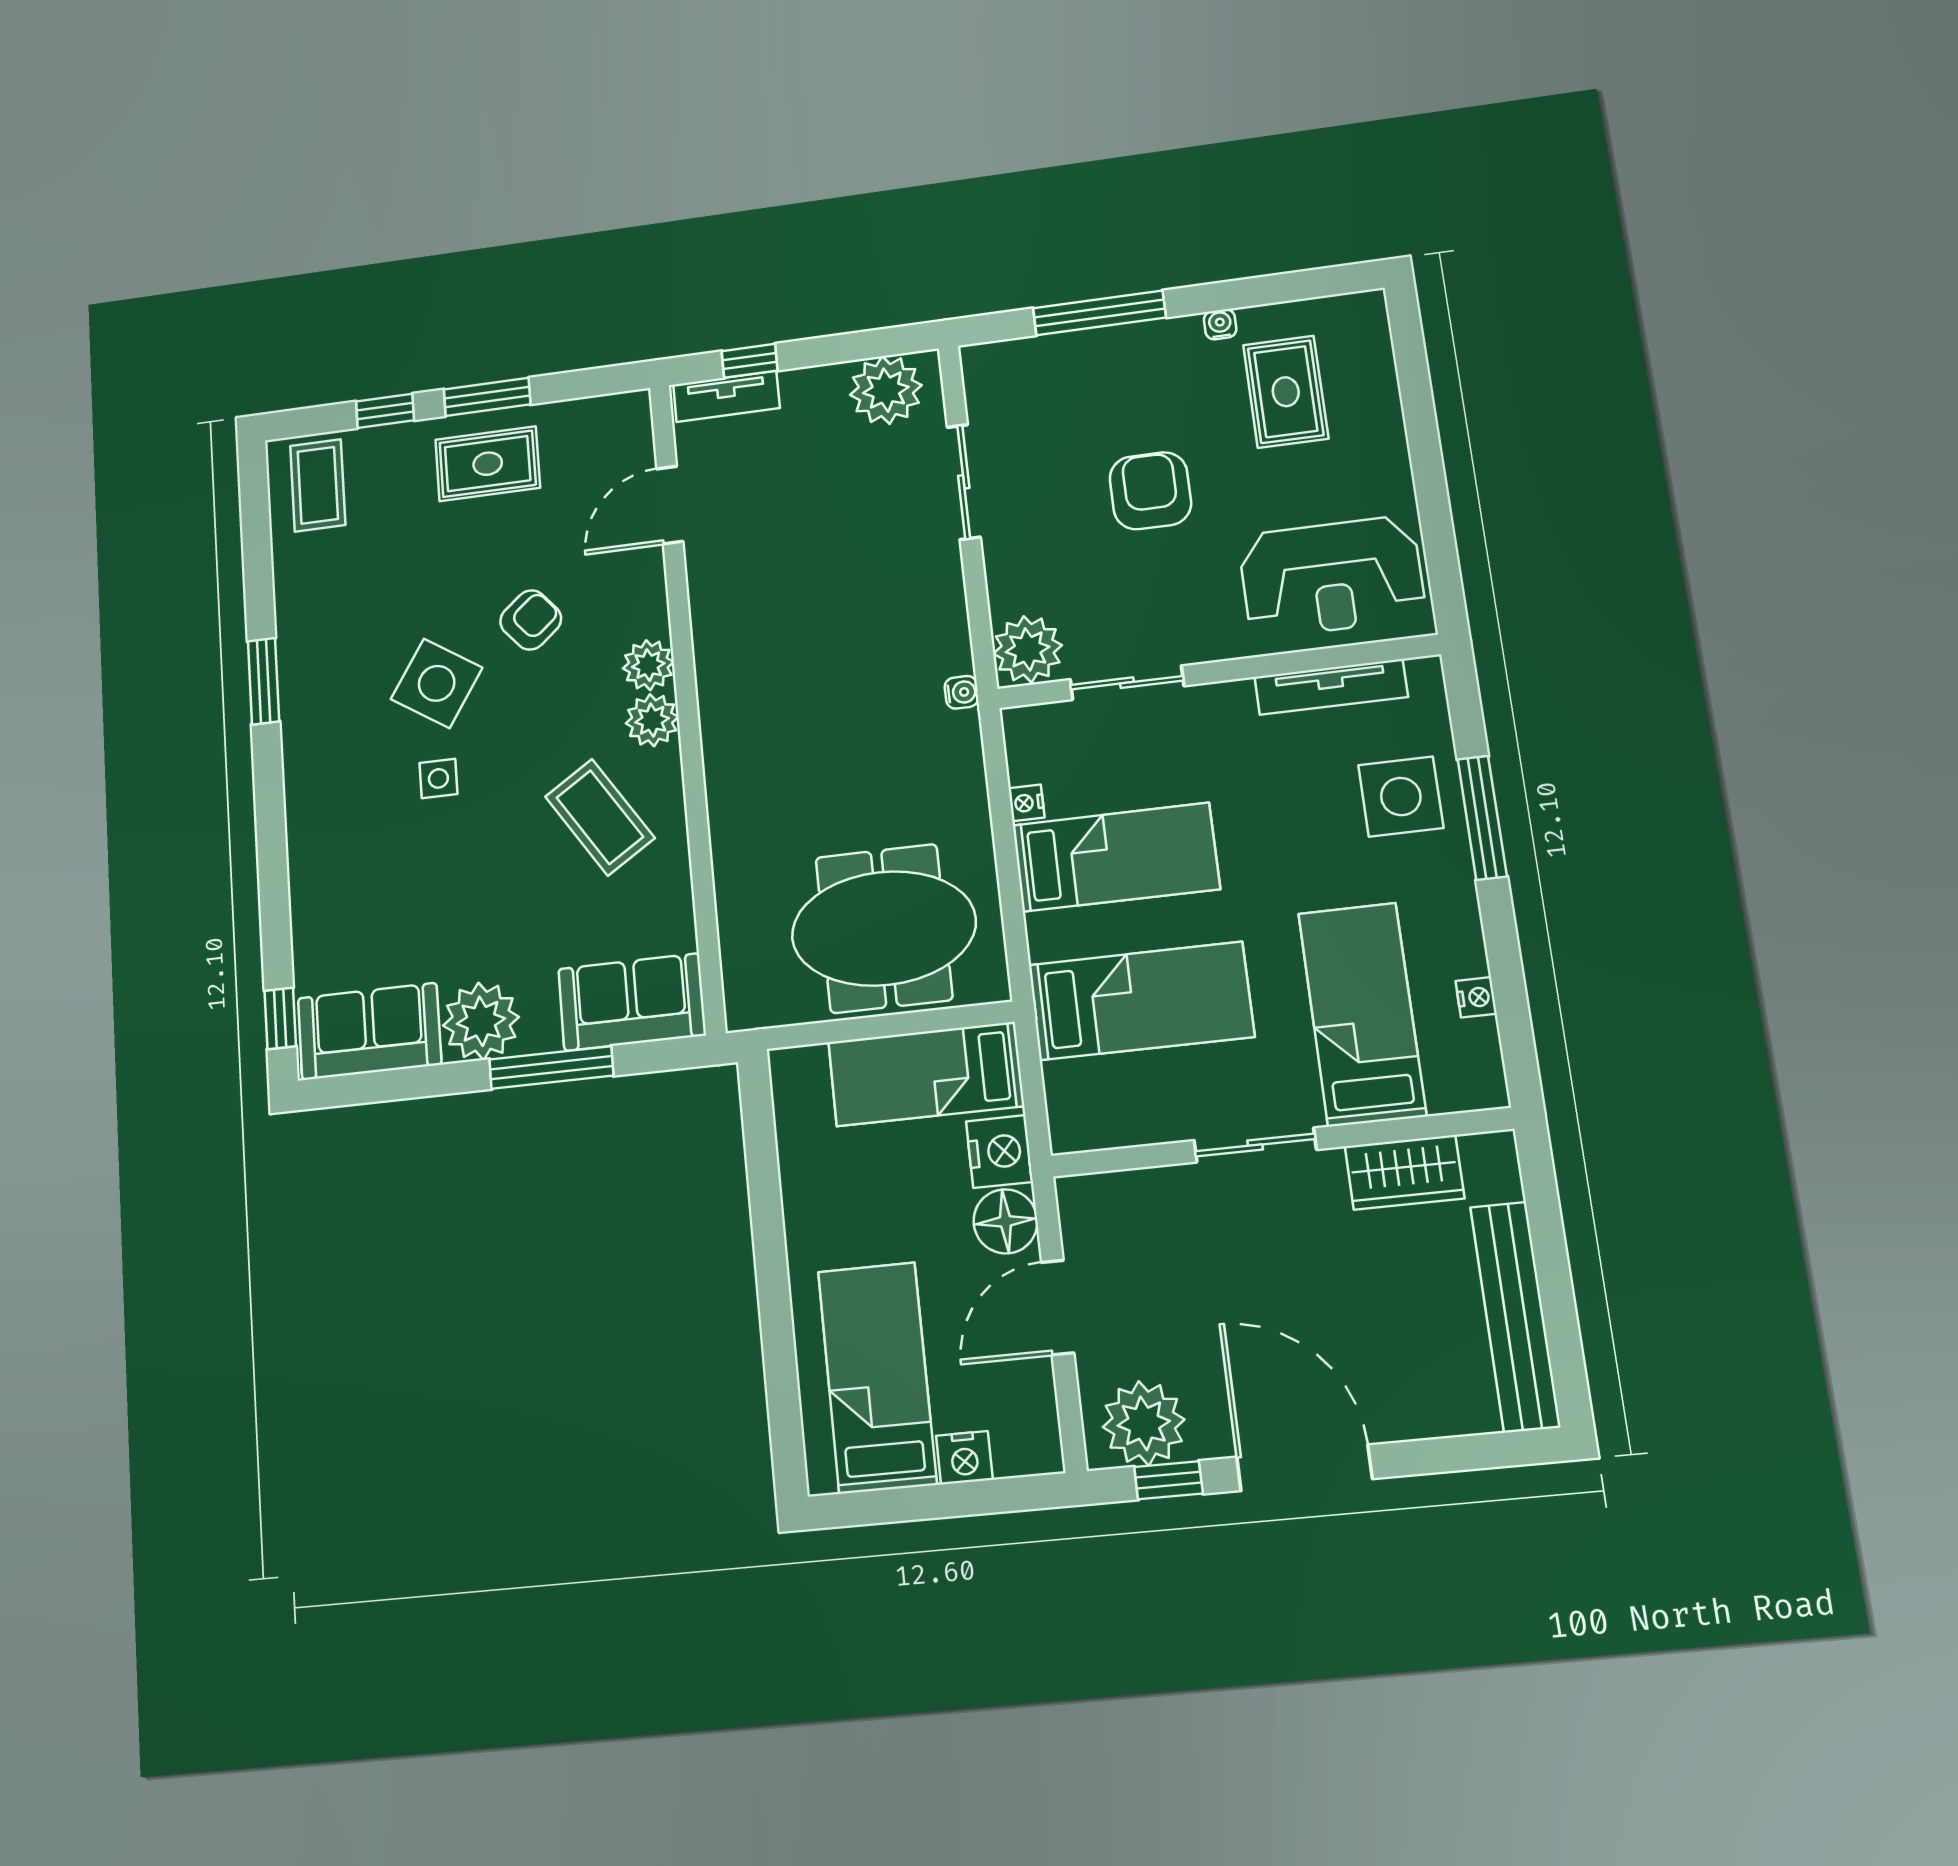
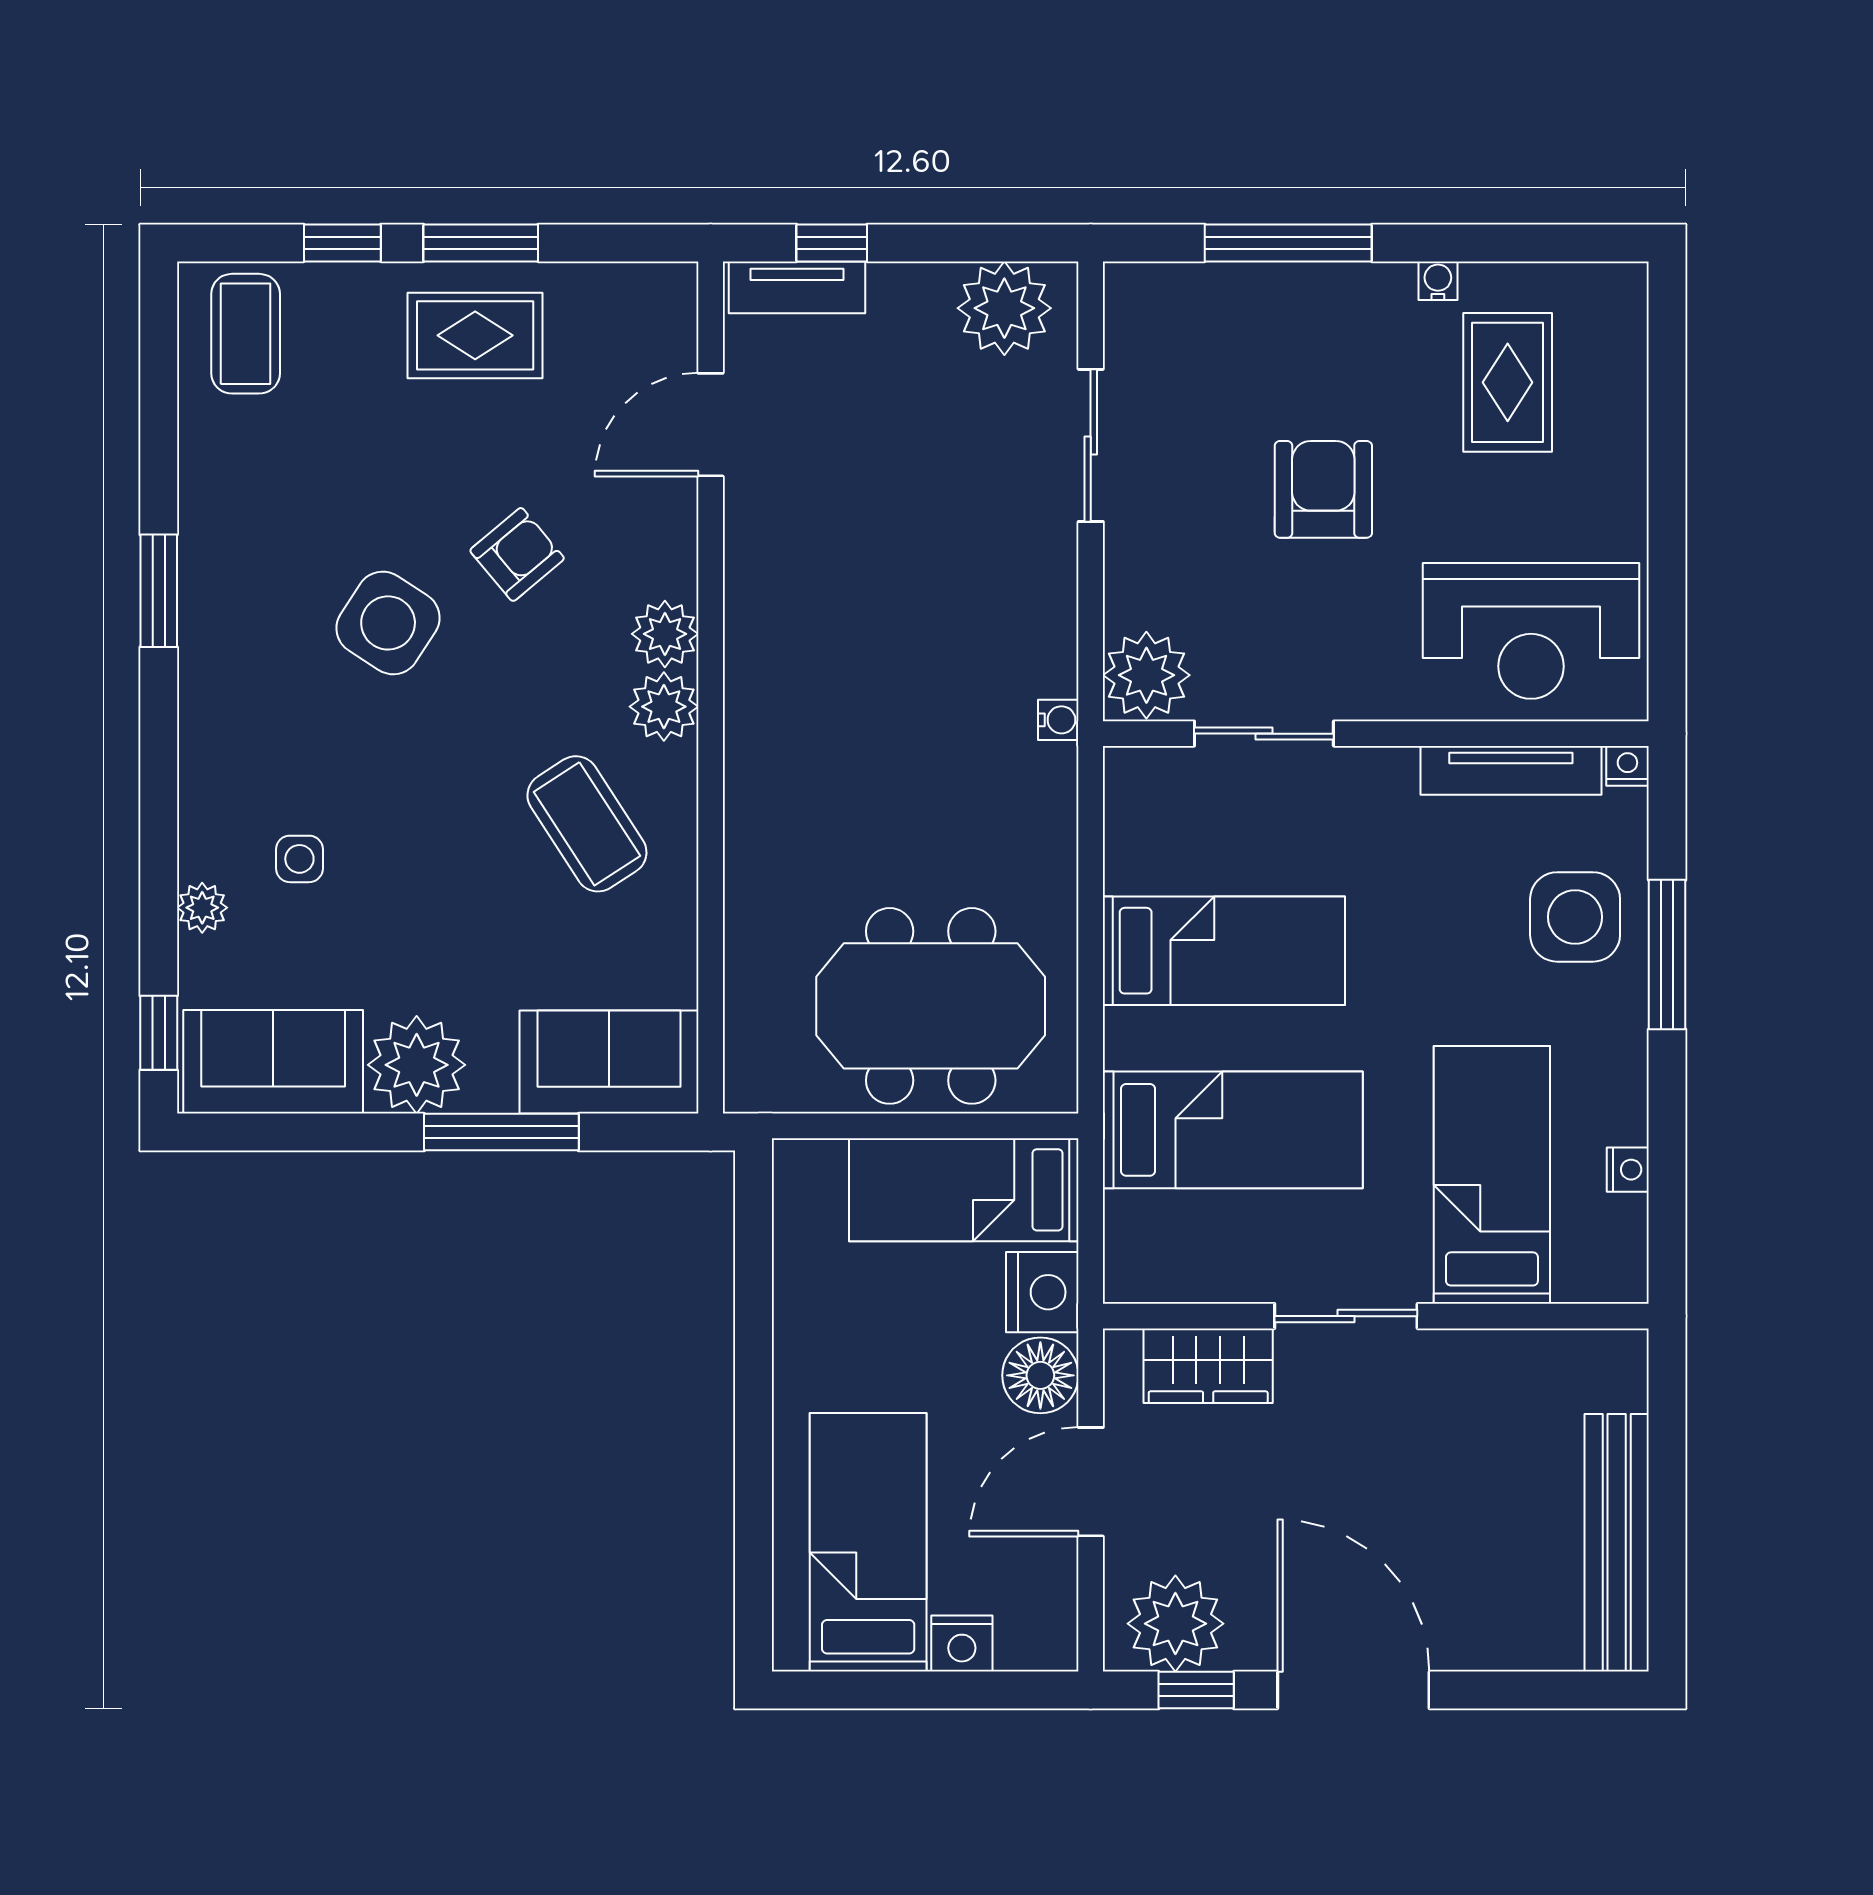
side table: (438, 778) -> (299, 859), moved
nightstand: (1027, 803) -> (1627, 766), moved, turned 90
plant: (308, 917) -> (202, 908), added
wardrobe: (1404, 1172) -> (1208, 1366), moved

